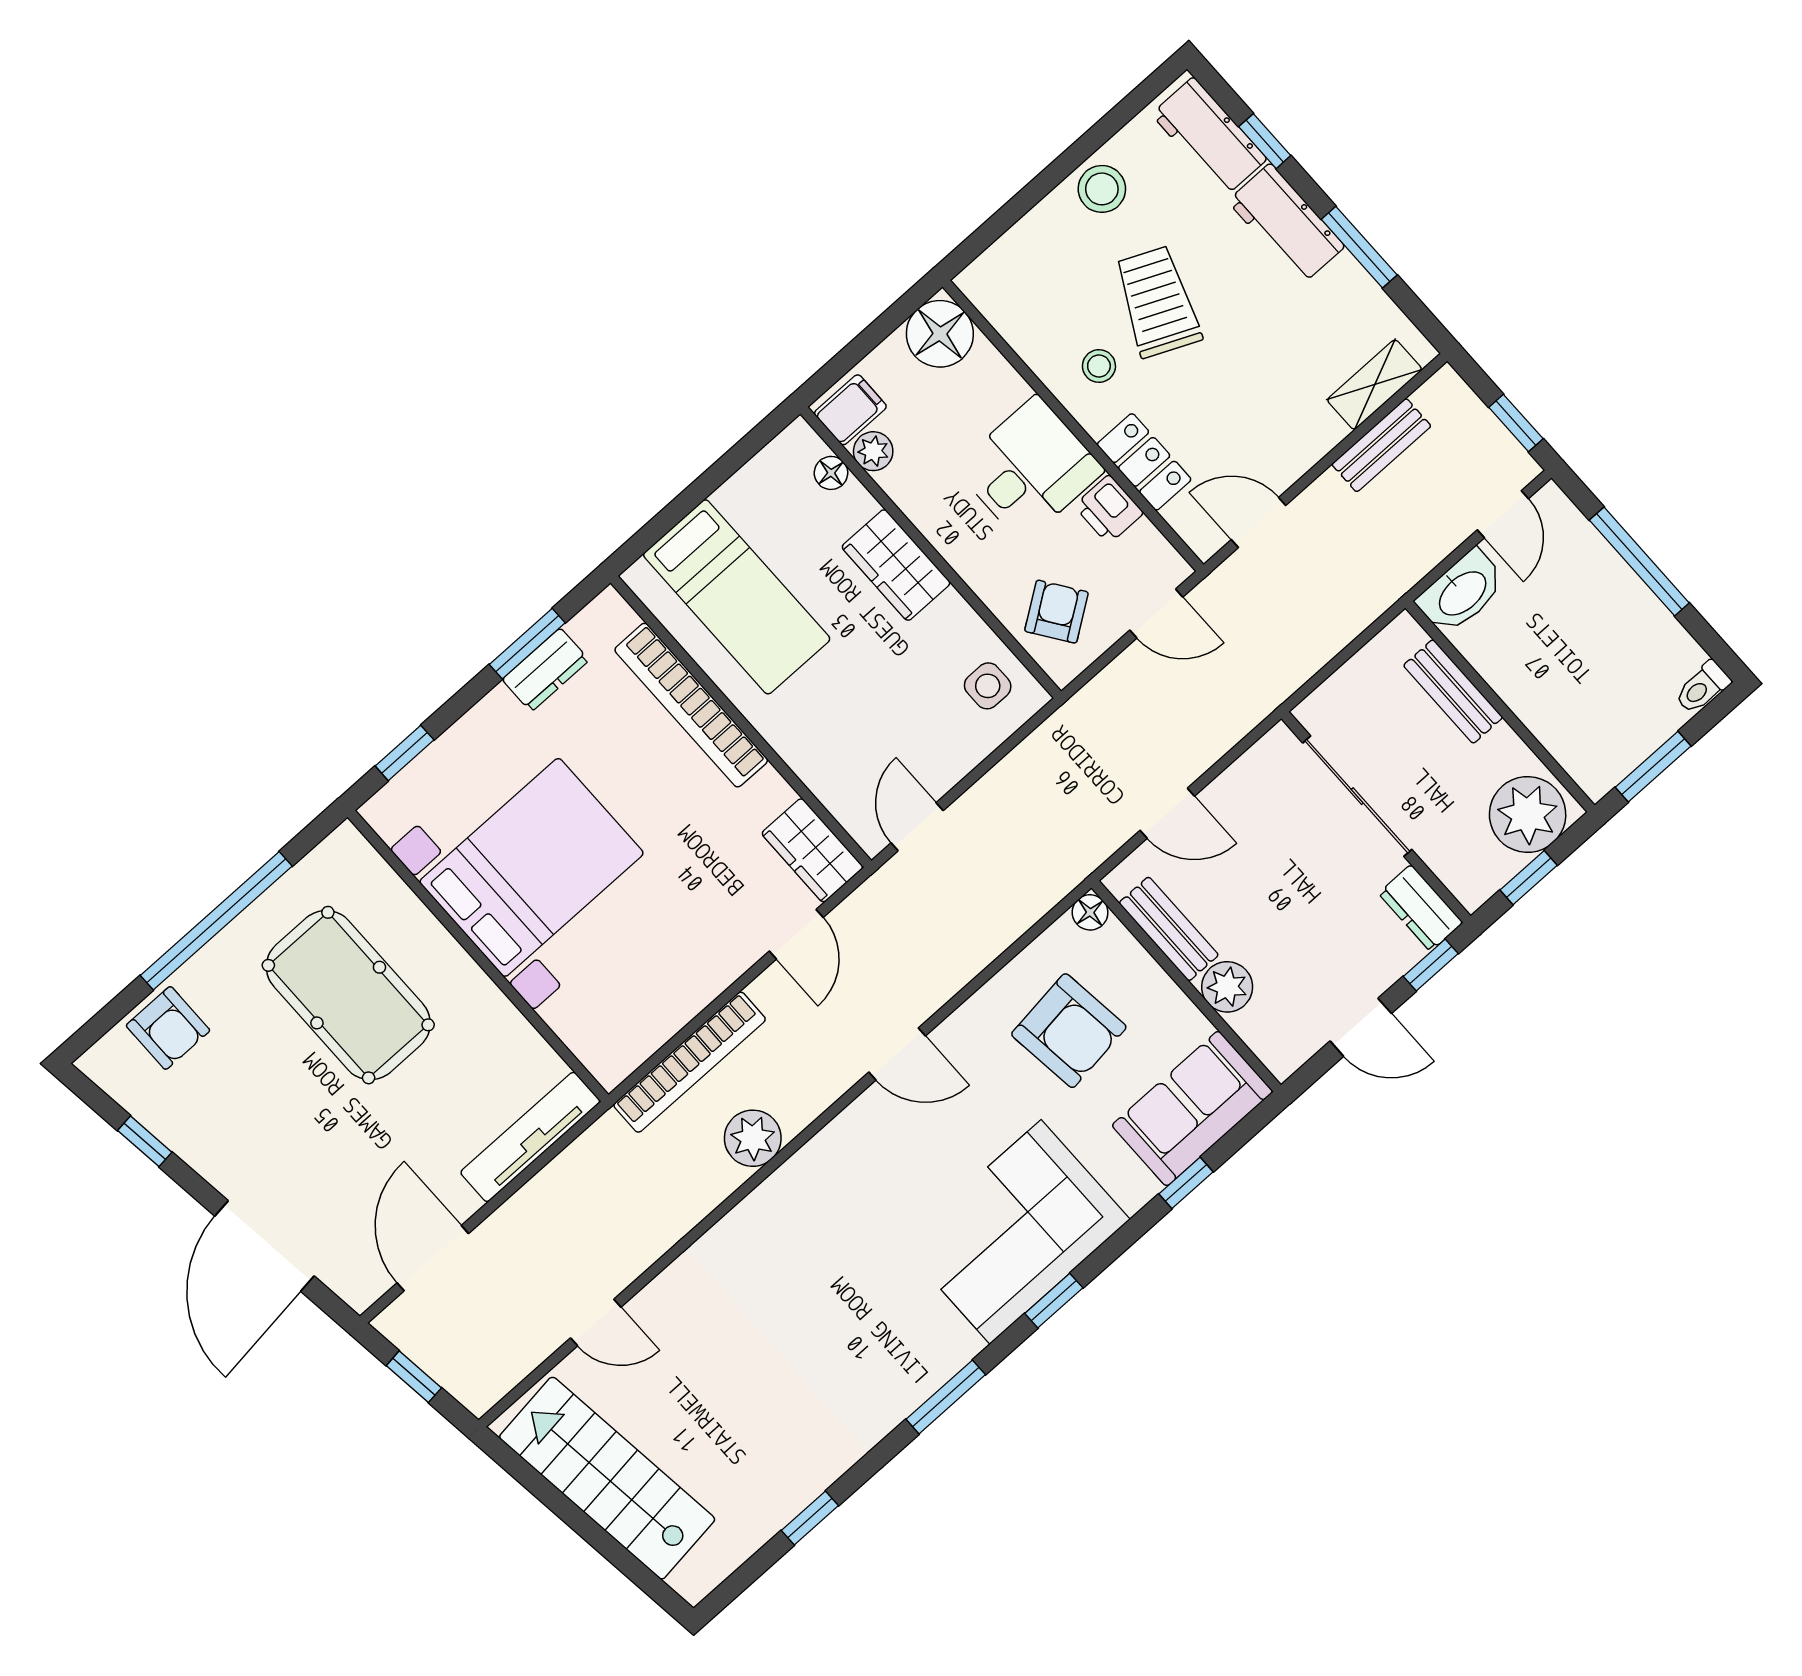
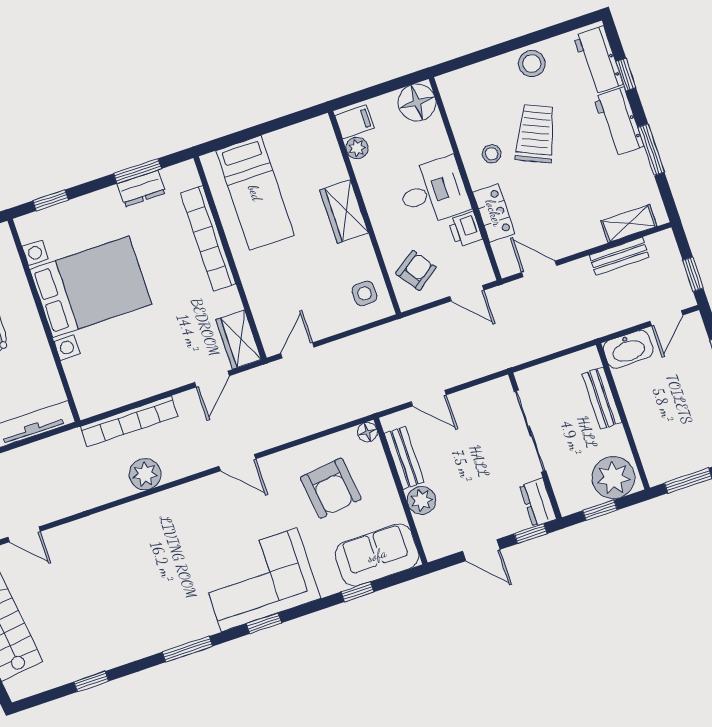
floor lamp: (831, 473) -> (331, 150), removed

